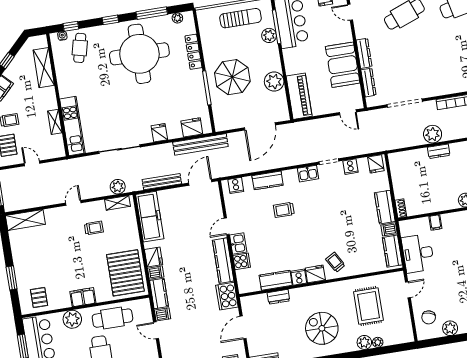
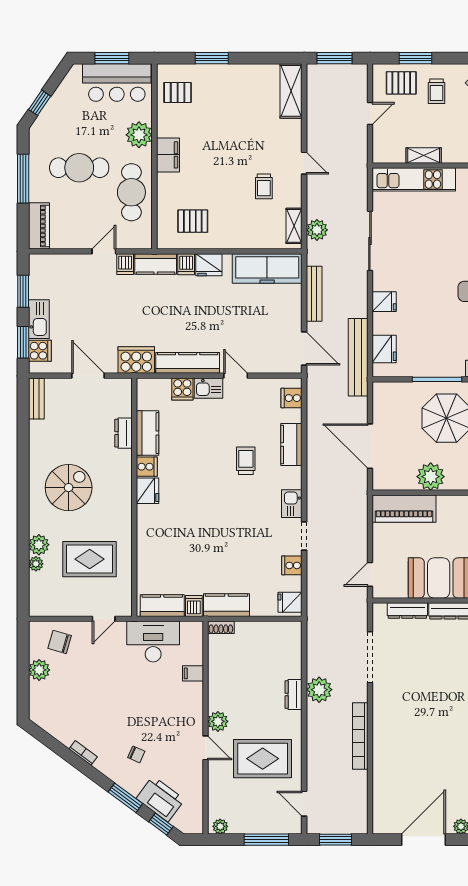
trolley: (335, 262) -> (160, 522), removed
pallet: (125, 273) -> (193, 221), width x0.49, depth x0.50
door: (408, 290) -> (104, 619), hinge flipped

